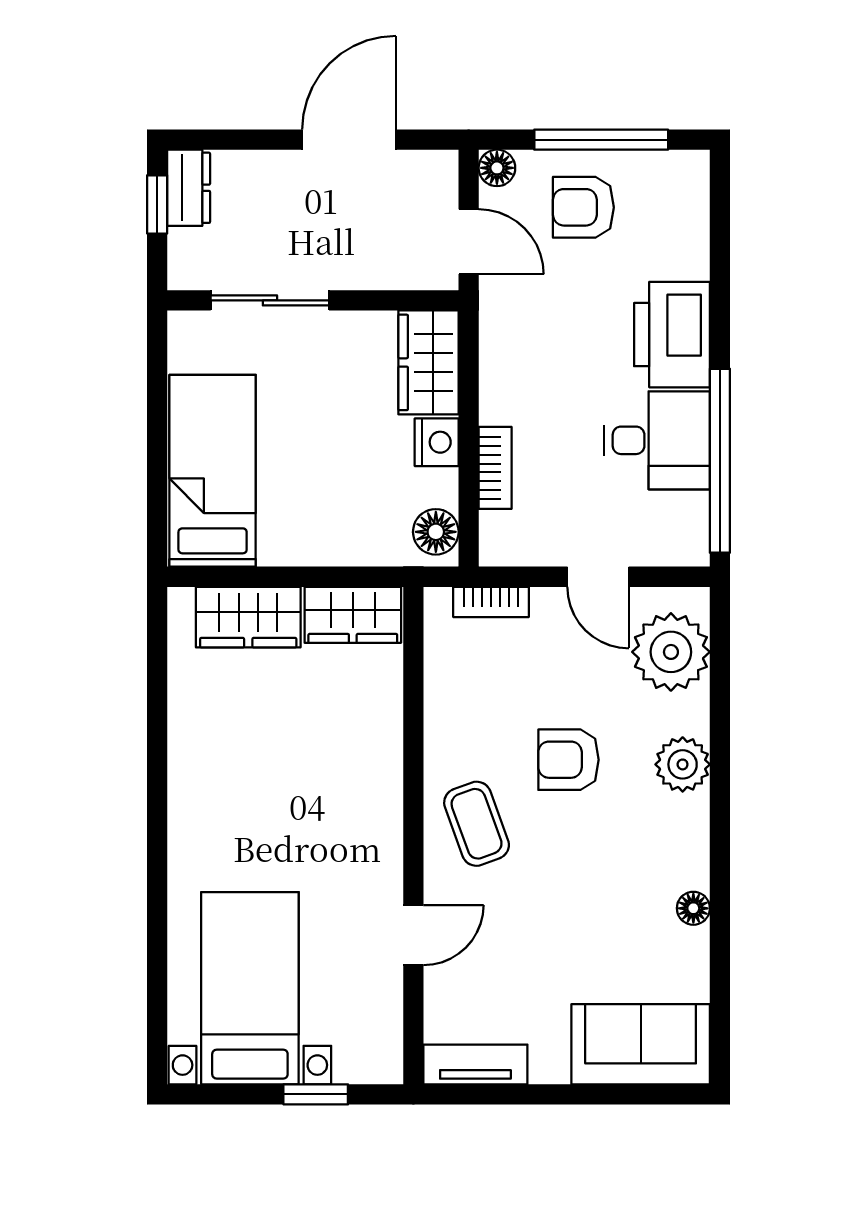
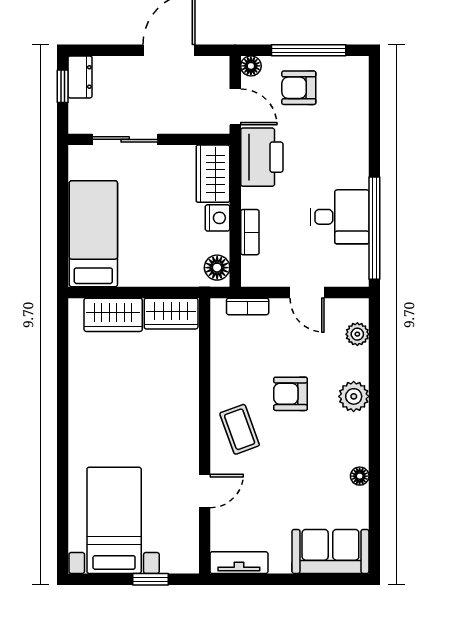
printer: (672, 335) -> (262, 157), moved, turned 180
plant: (671, 652) -> (357, 334), width x0.53, depth x0.53

